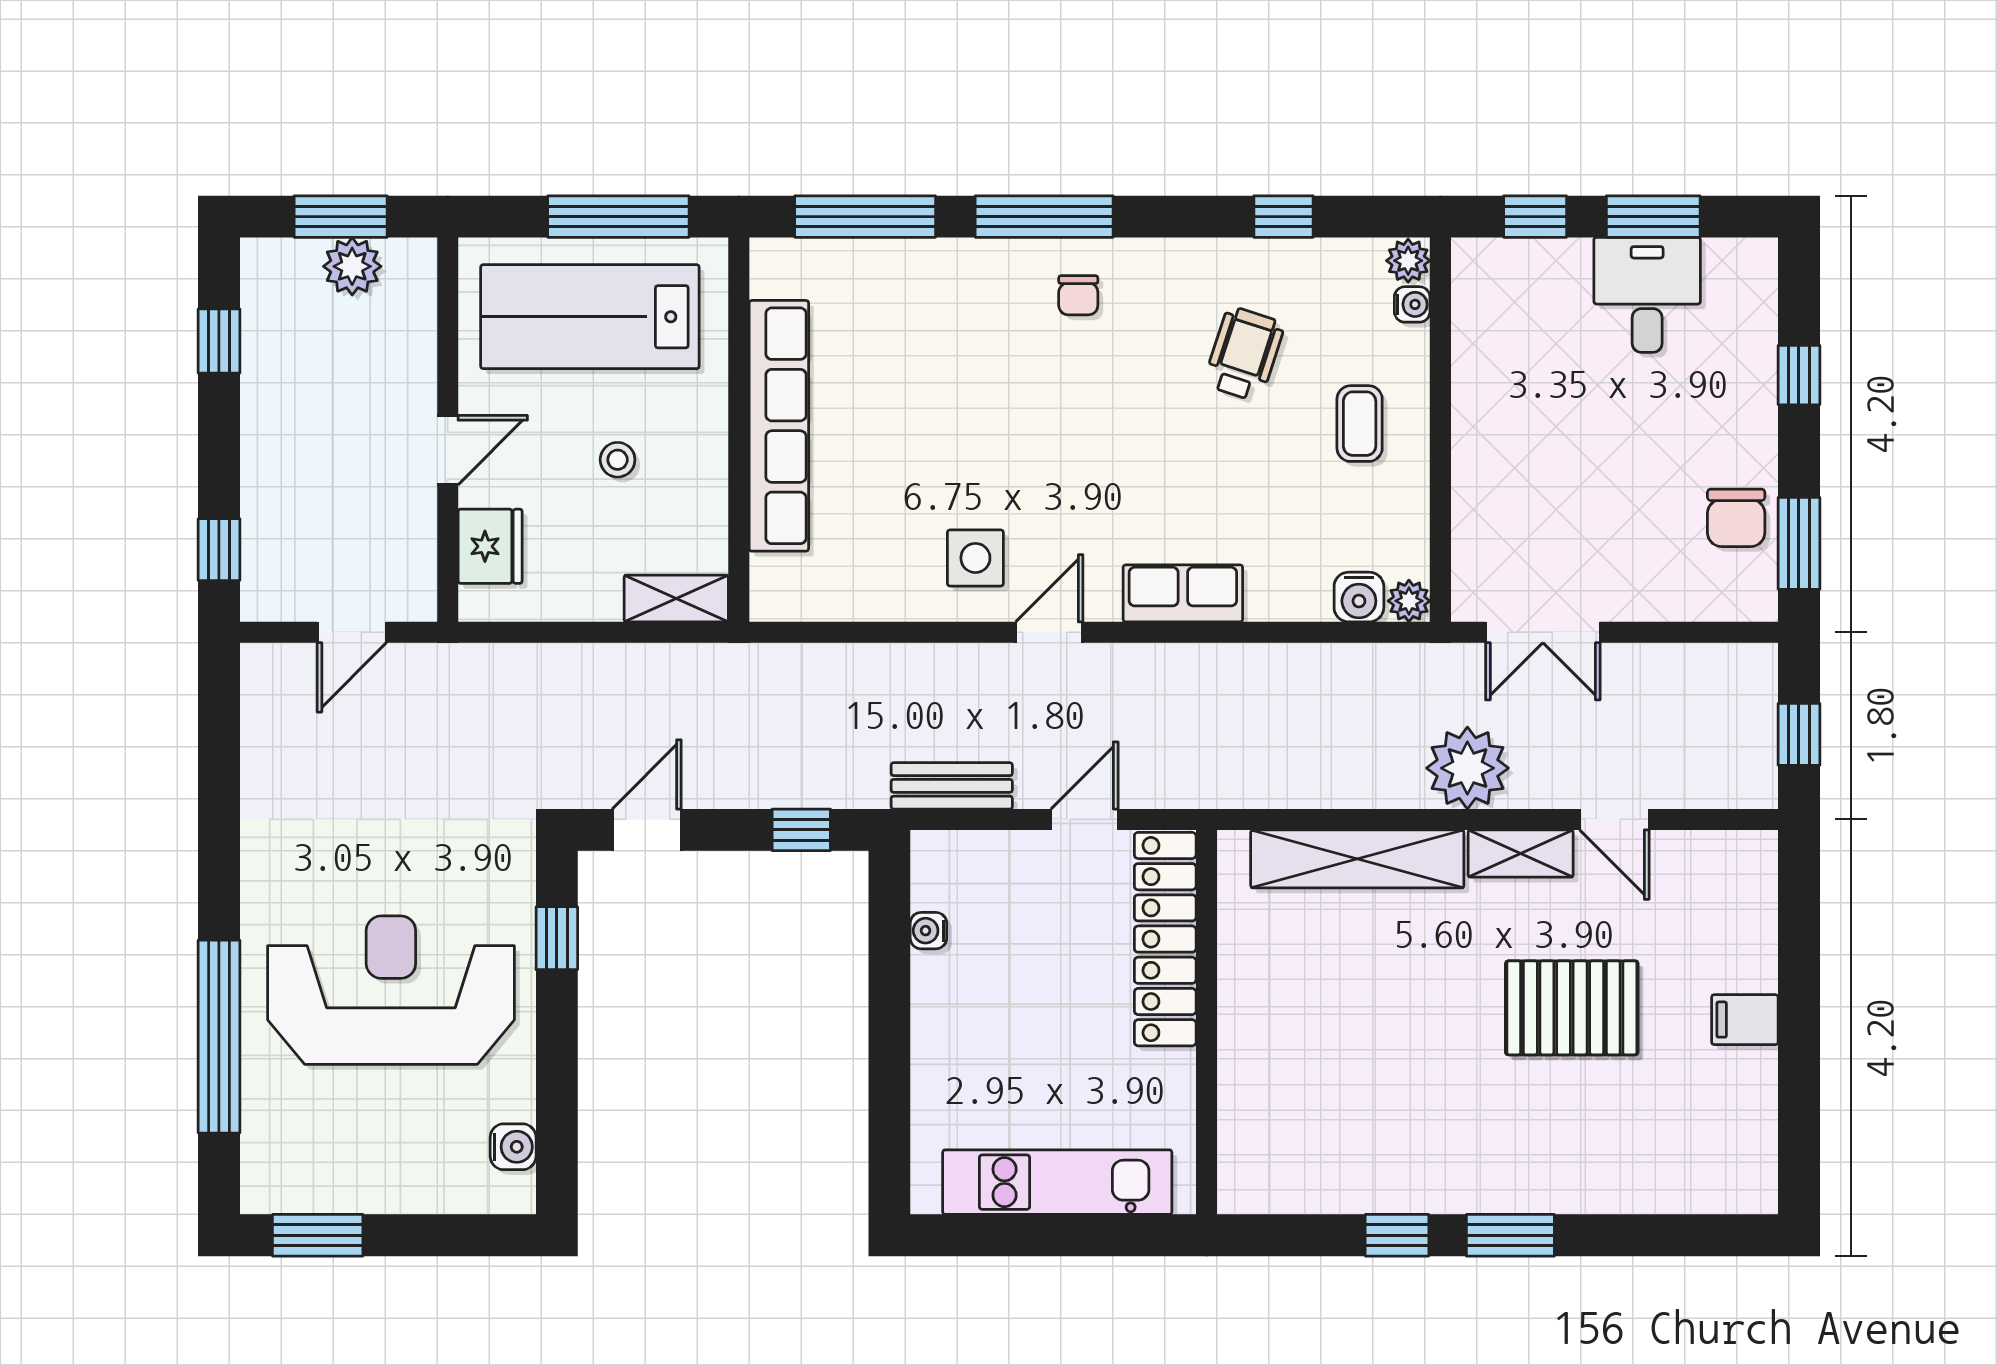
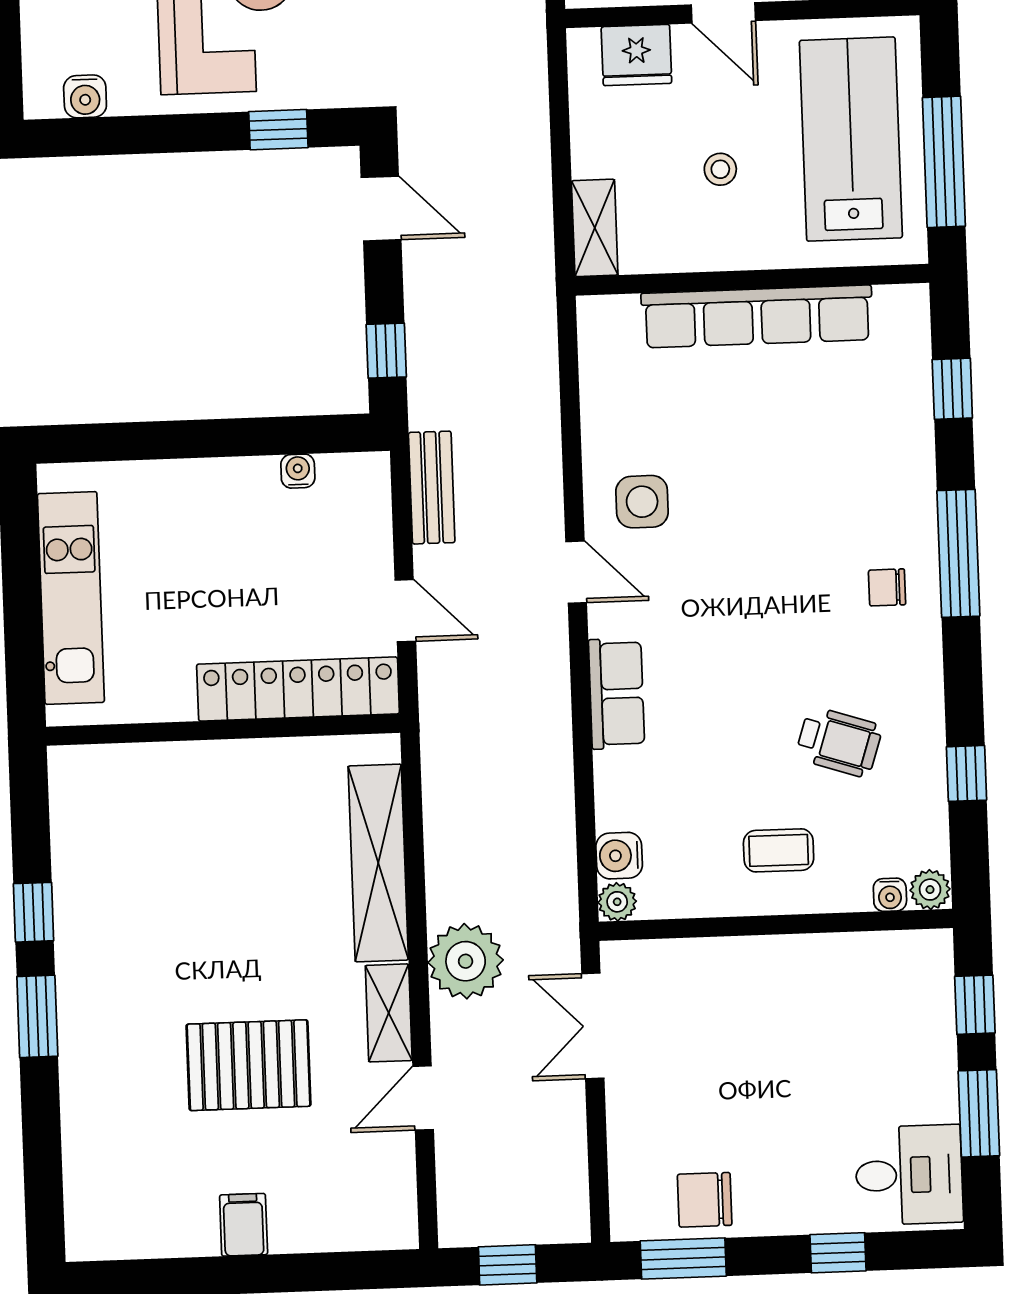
window: (865, 217) -> (952, 389), width x0.46
desk: (1647, 295) -> (909, 1175), moved
pallet: (1572, 1008) -> (249, 1065), turned 90

